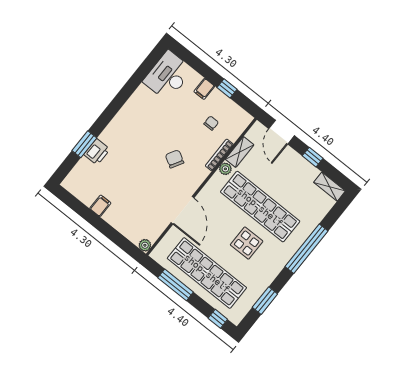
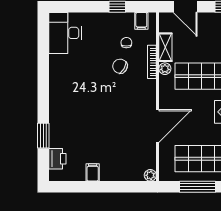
filing cabinet: (204, 89) -> (141, 21), moved
printer: (97, 152) -> (57, 159), moved
chair: (175, 159) -> (120, 66), moved
door: (183, 210) -> (158, 126), hinge flipped

